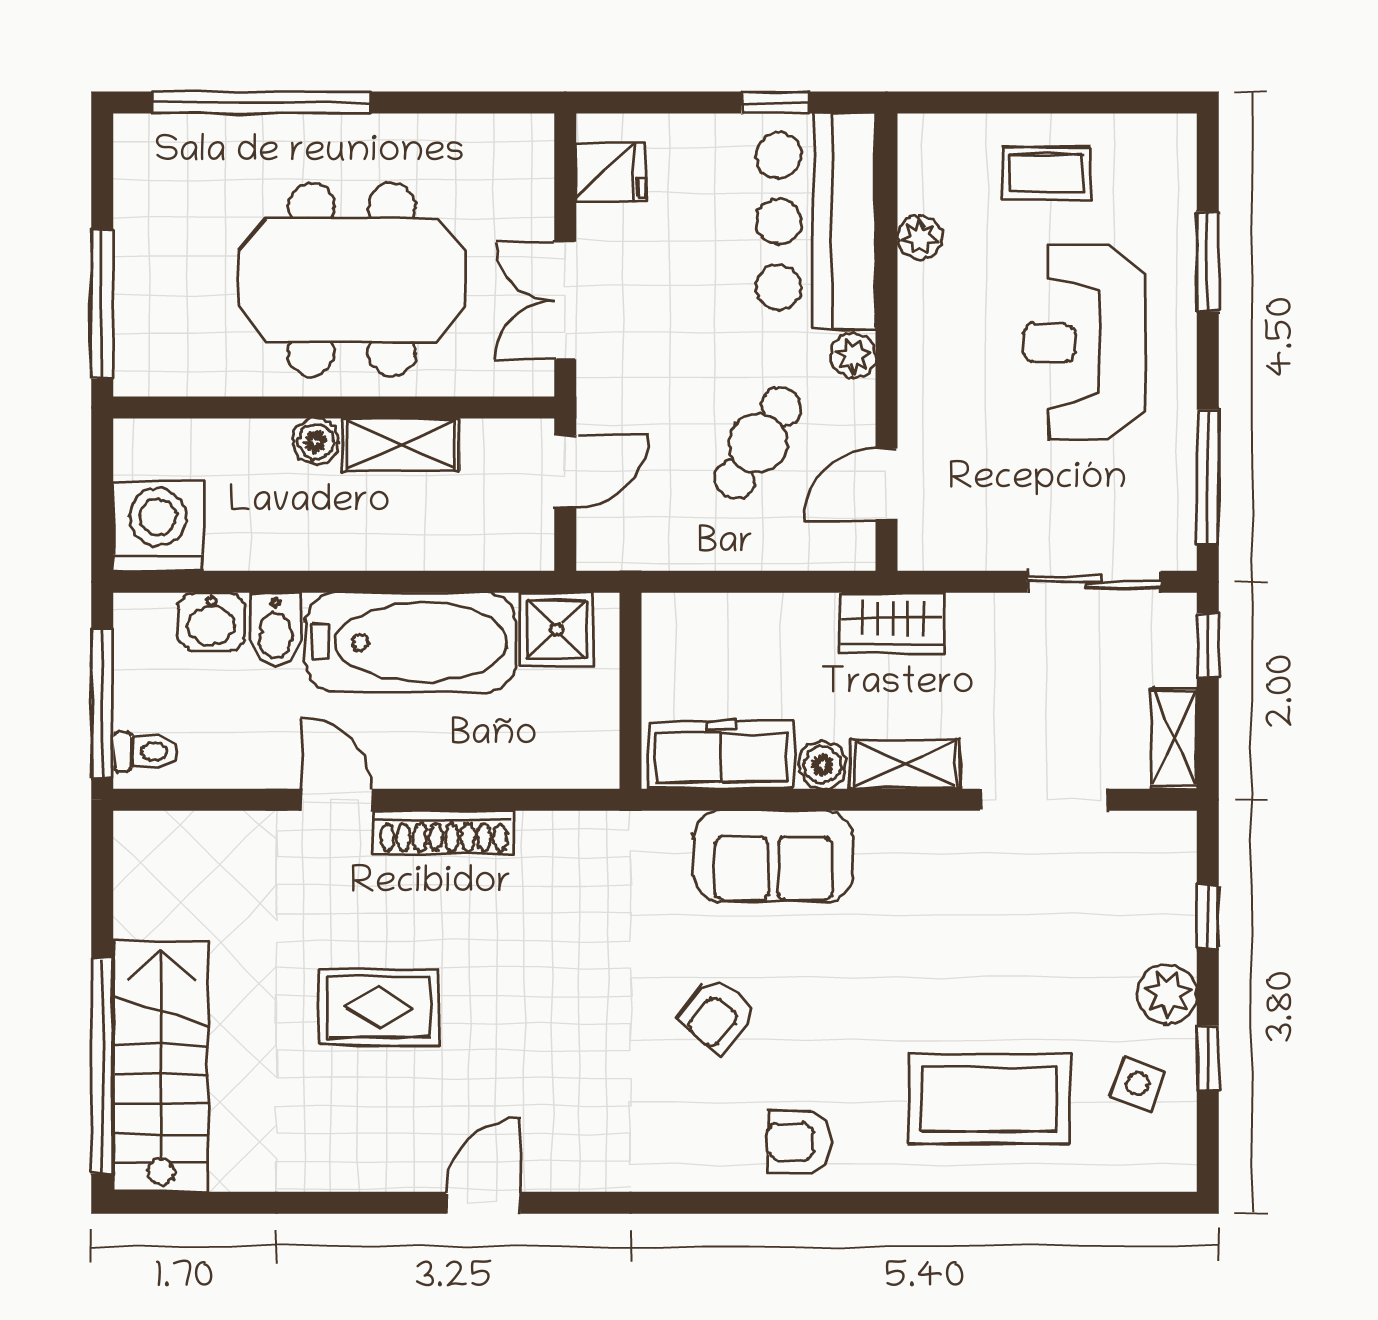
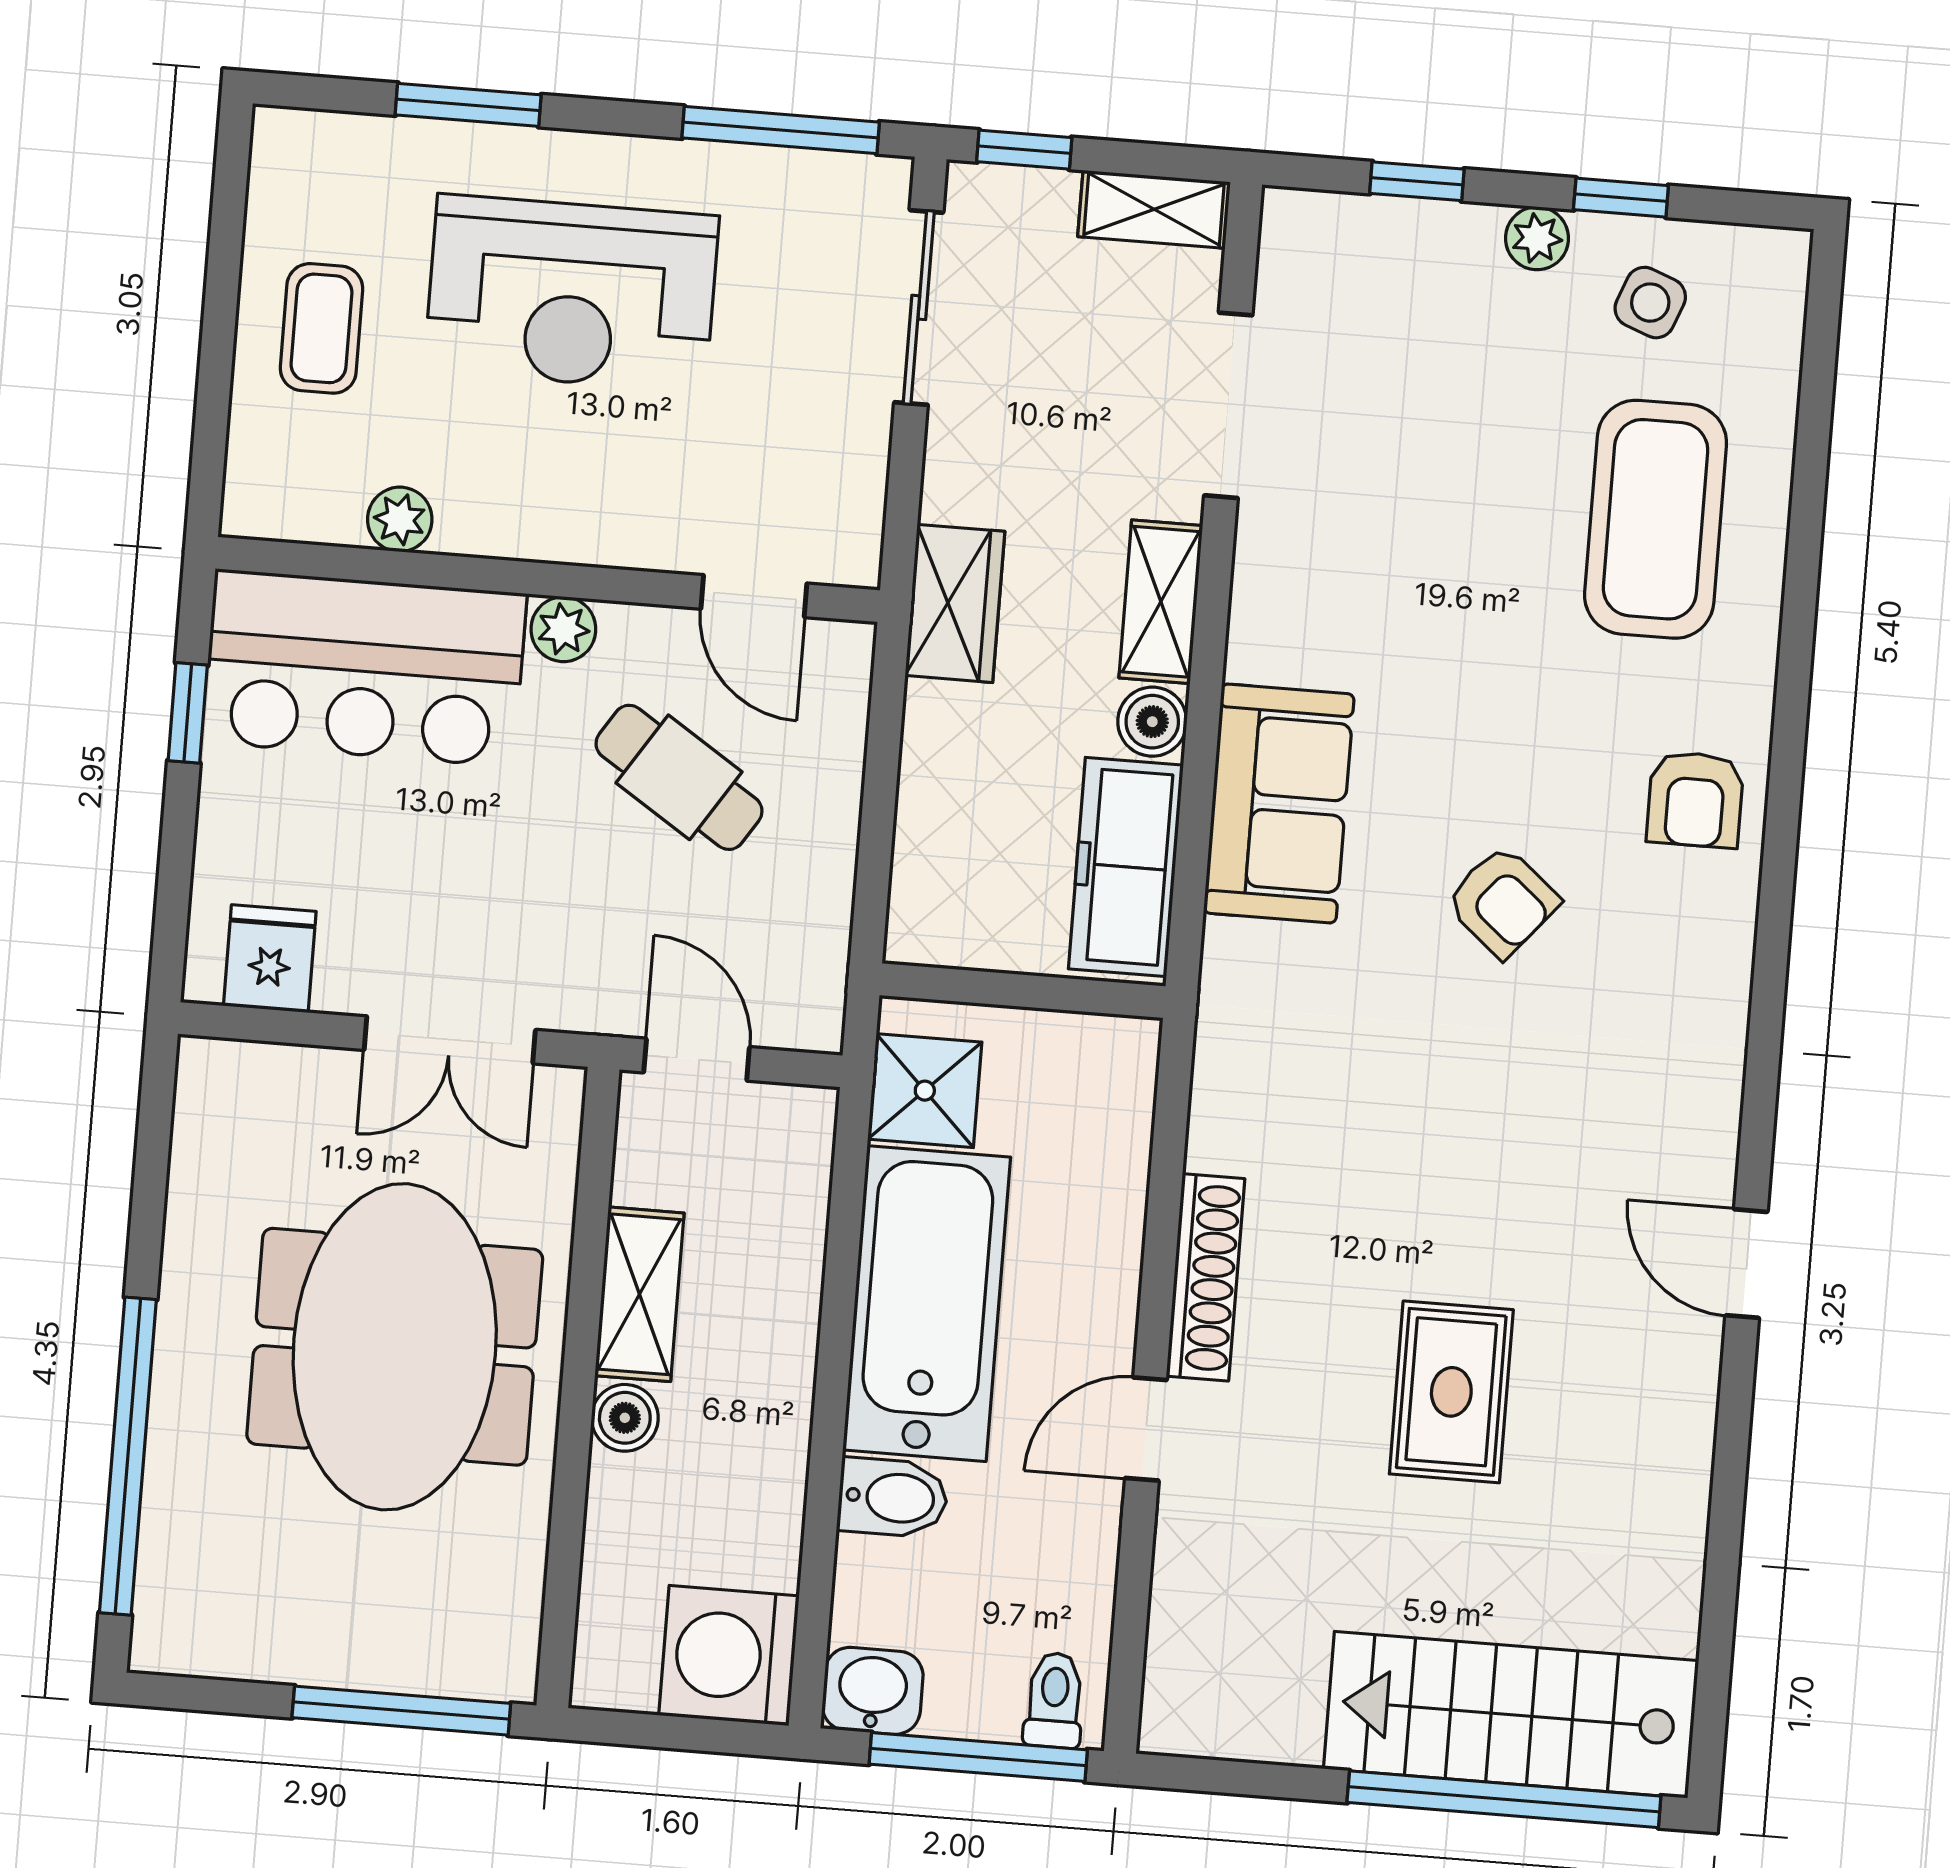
washbasin: (212, 621) -> (873, 1691), moved, turned -90
plant: (1167, 994) -> (1537, 238), width x0.73, depth x0.73

